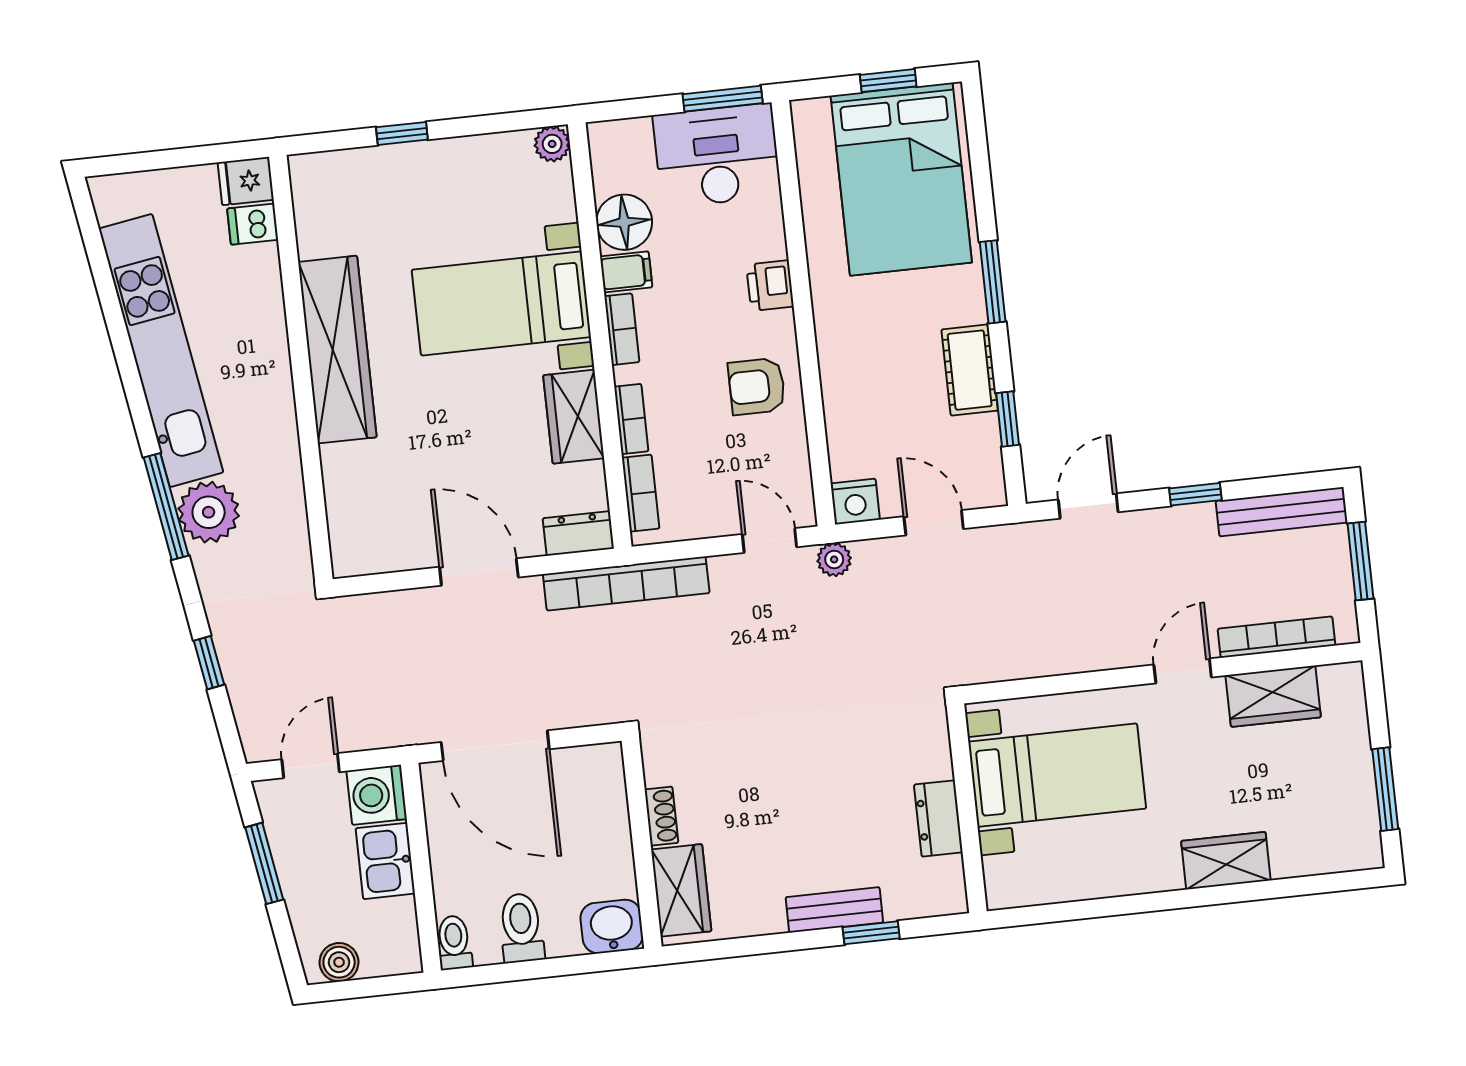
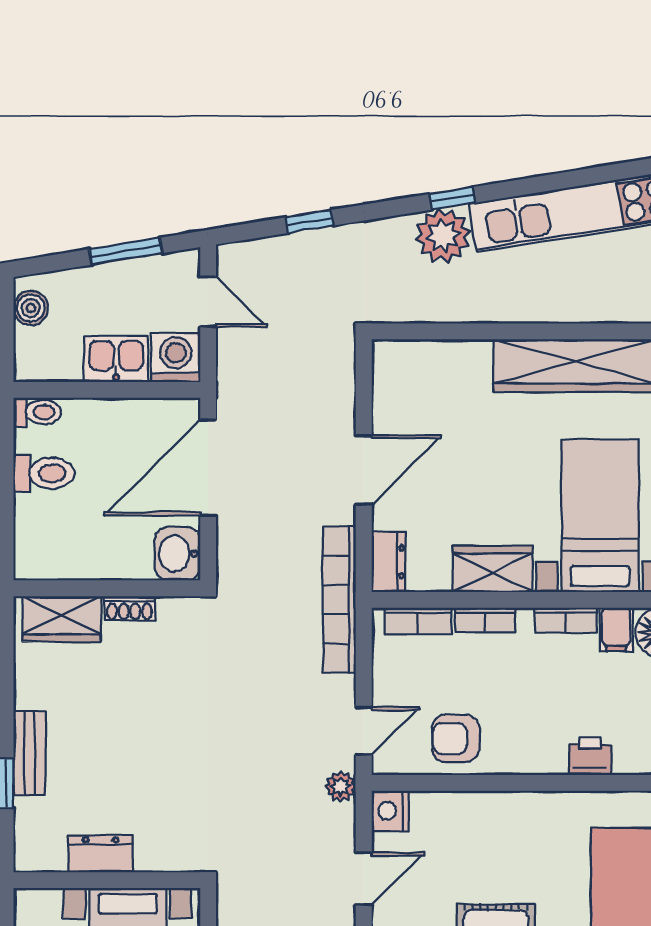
armchair: (757, 386) -> (456, 738), moved, turned -90
window: (166, 506) -> (452, 198), width x0.46
washbasin: (612, 926) -> (178, 554), moved, turned 180

